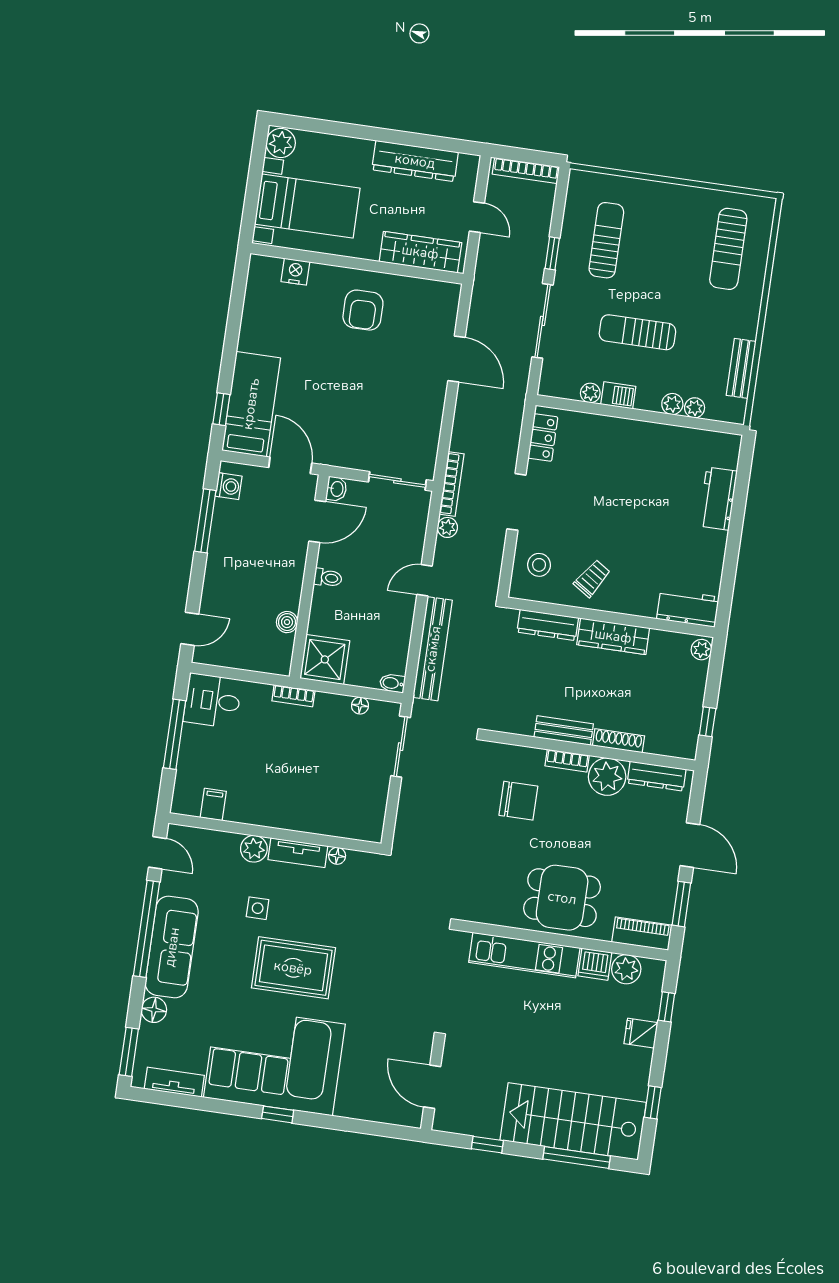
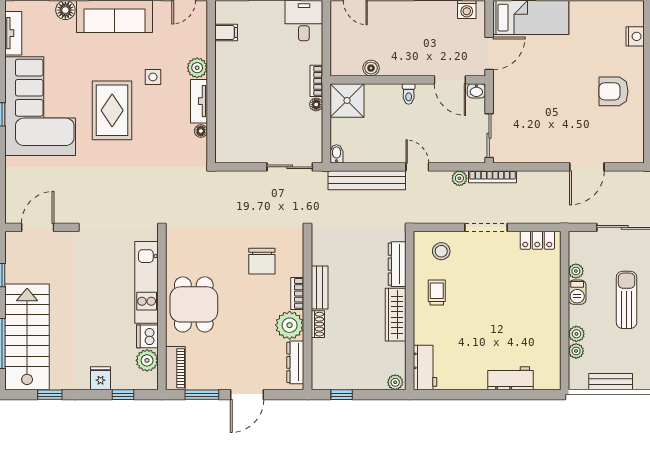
trolley: (592, 578) -> (437, 292), turned -123
floor lamp: (360, 706) -> (316, 104), moved
shoe rack: (618, 741) -> (318, 324), width x0.70

